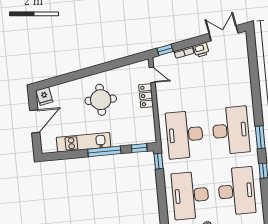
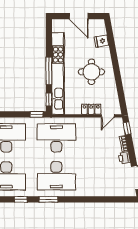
fridge: (44, 96) -> (101, 41), moved
kitchen unit: (84, 142) -> (58, 73), width x1.86

